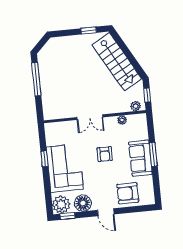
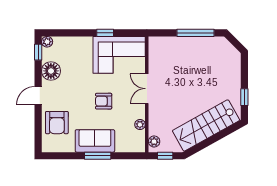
corner sofa: (65, 168) -> (119, 55), moved
armchair: (128, 193) -> (57, 123), turned 180
plant: (61, 205) -> (47, 42), width x0.53, depth x0.53

